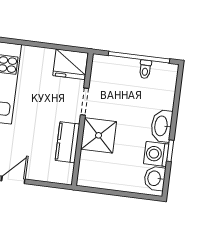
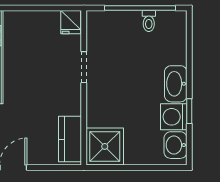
fridge: (70, 64) -> (71, 22), width x0.53, depth x0.75
shower: (99, 135) -> (105, 146), moved
kitchen counter: (67, 142) -> (70, 139), moved

